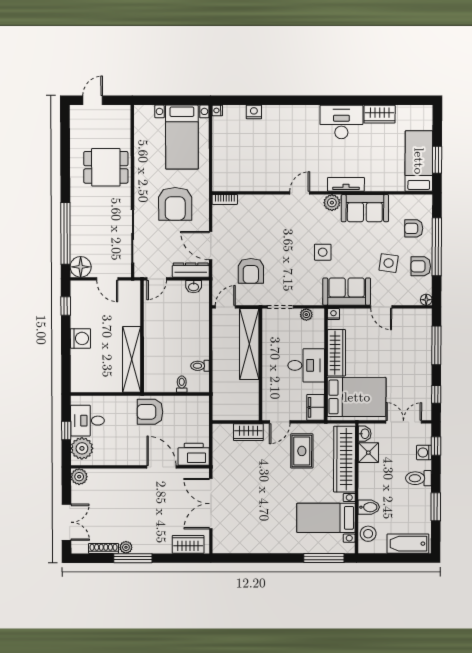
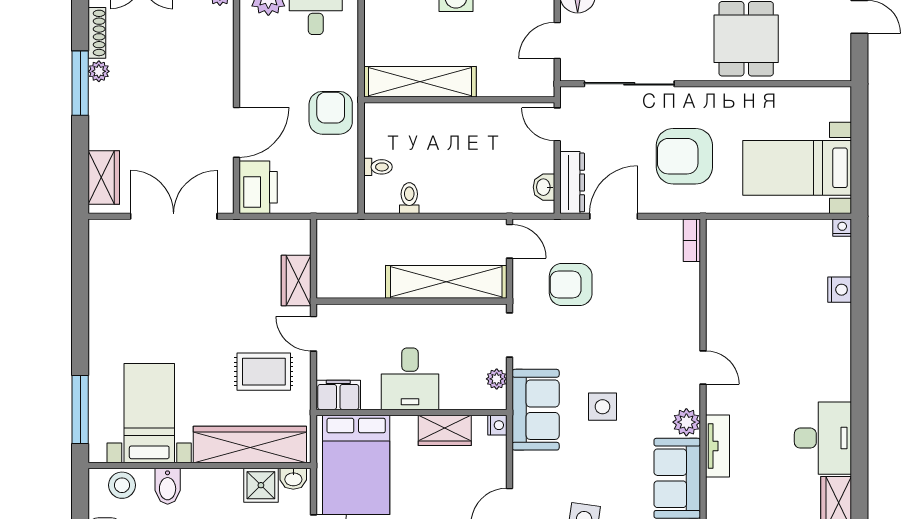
sofa: (347, 292) -> (536, 410), moved
wardrobe: (336, 353) -> (445, 430), width x0.67

